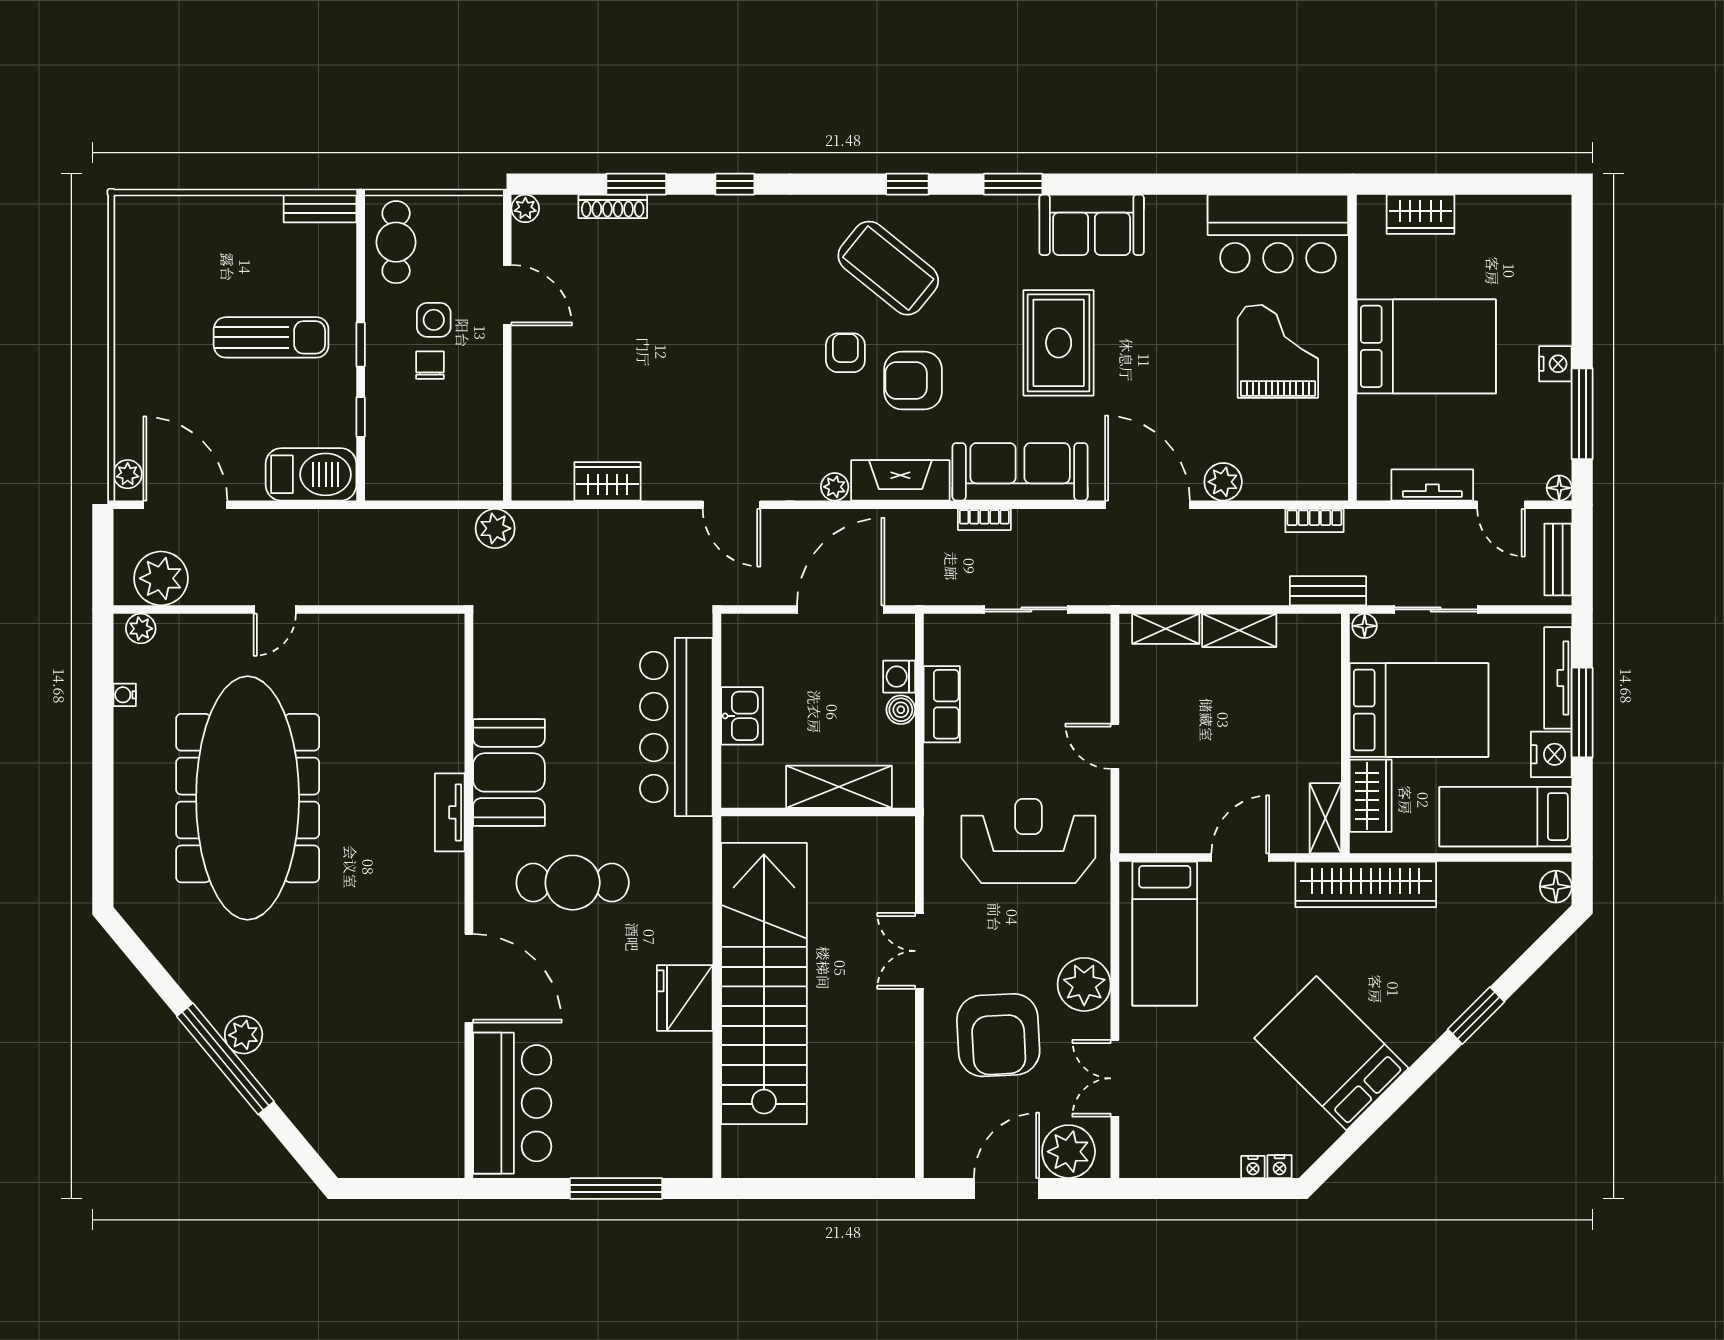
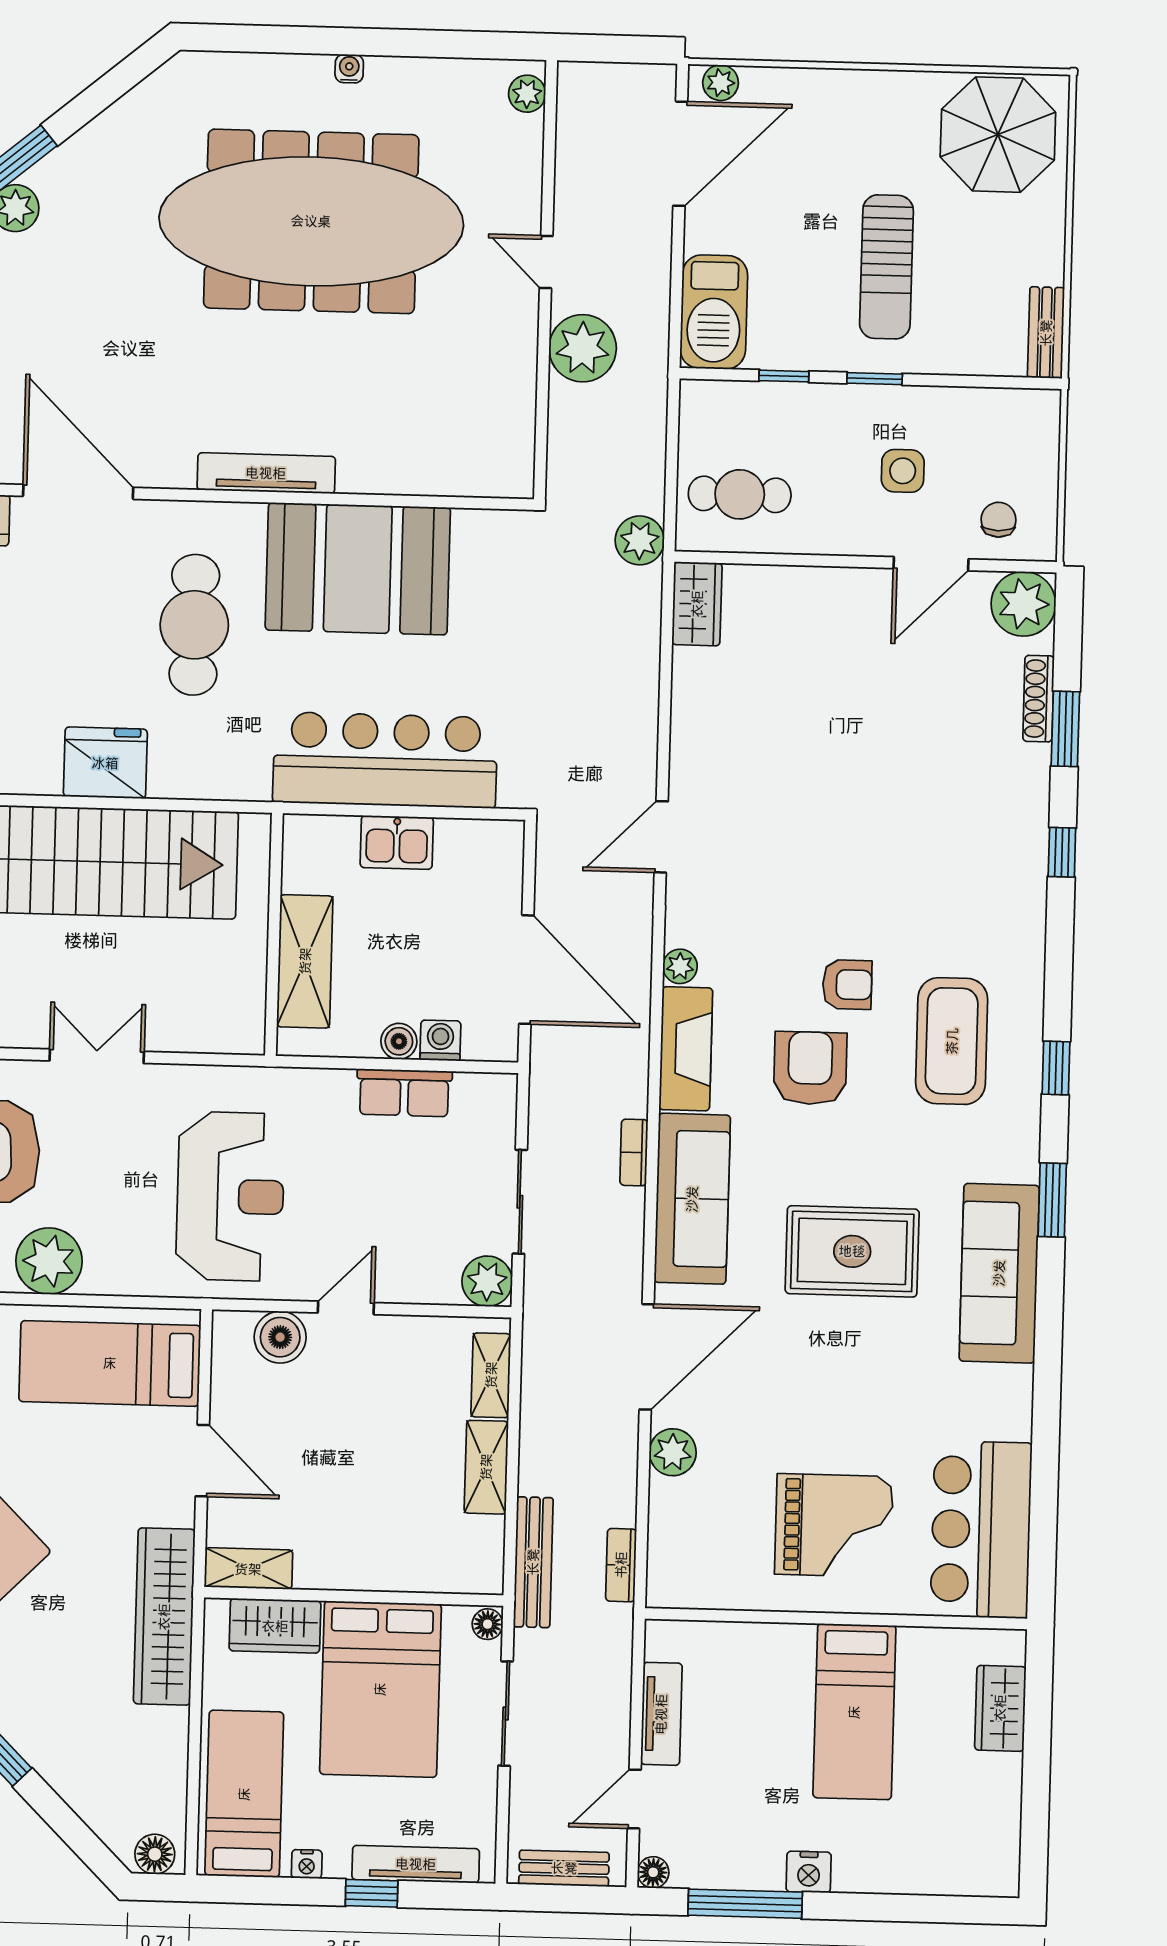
plant: (525, 208) -> (1023, 604), width x1.88, depth x1.88
sofa: (1092, 225) -> (999, 1273), width x1.36
cafe table: (396, 242) -> (740, 494), moved
parasol: (163, 251) -> (998, 135), added
coffee table: (888, 268) -> (952, 1041), turned -39
bed: (1426, 346) -> (854, 1712), width x0.67
chair: (430, 365) -> (998, 520), moved, turned -90
wardrobe: (607, 481) -> (697, 604), moved
plant: (161, 578) -> (583, 348), moved
bench: (1328, 591) -> (533, 1562), width x1.36
plant: (1091, 634) -> (487, 1281), added
water cooler: (125, 695) -> (349, 69), moved
window: (1582, 713) -> (372, 1893), width x0.46
nightstand: (1551, 754) -> (307, 1864), width x0.53, depth x0.56
booth: (509, 772) -> (358, 569), width x1.36, depth x1.42
boiler: (1140, 798) -> (280, 1337), added
tv unit: (450, 812) -> (266, 473), width x1.41
door: (469, 978) -> (78, 492), swing flipped
fridge: (685, 998) -> (105, 763), moved

